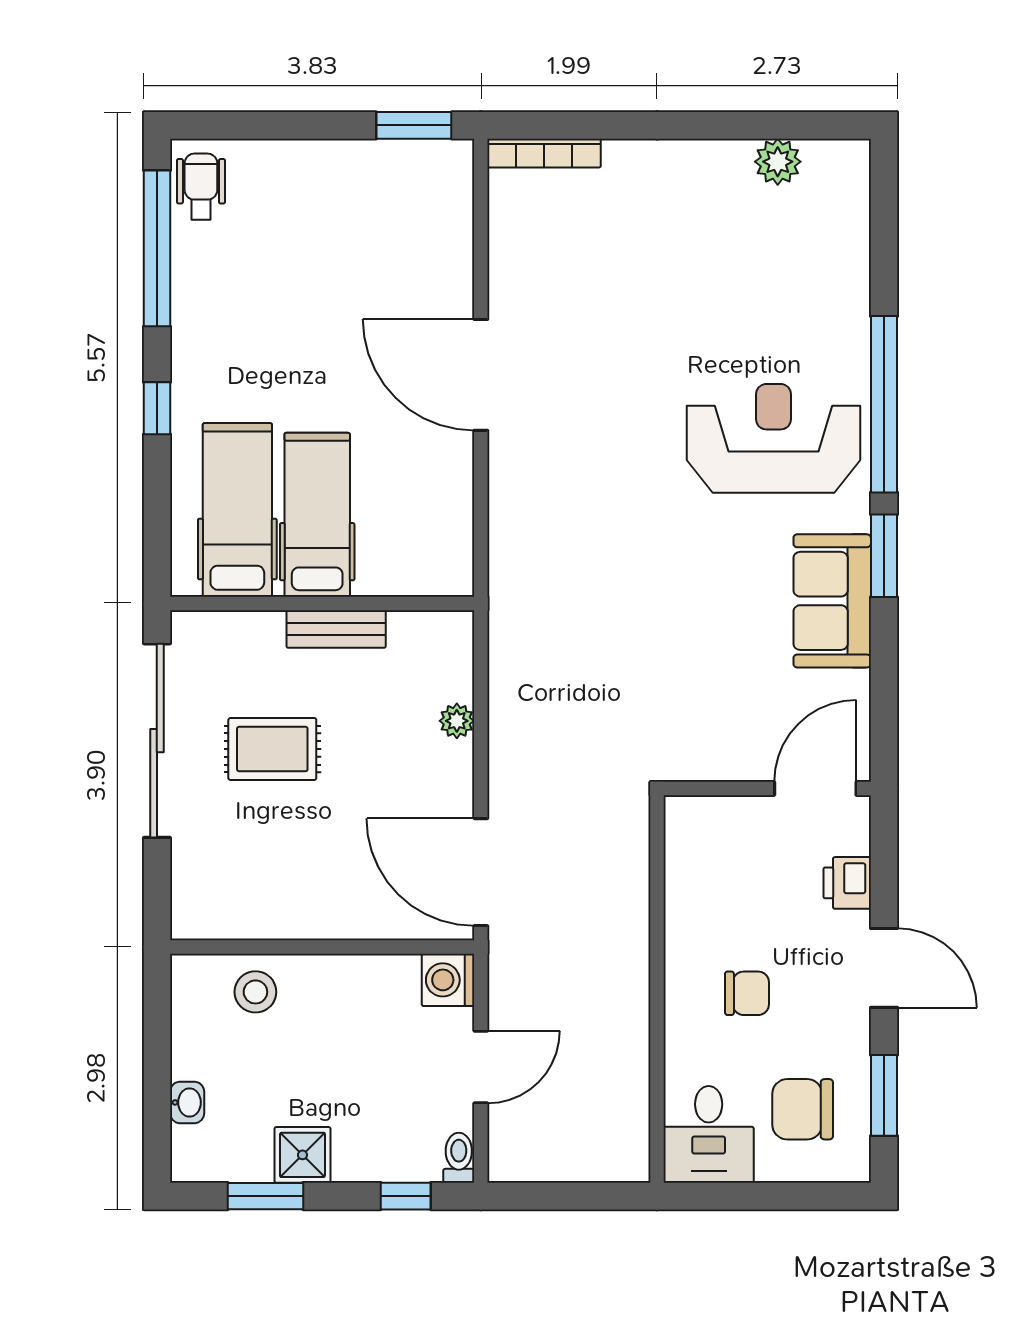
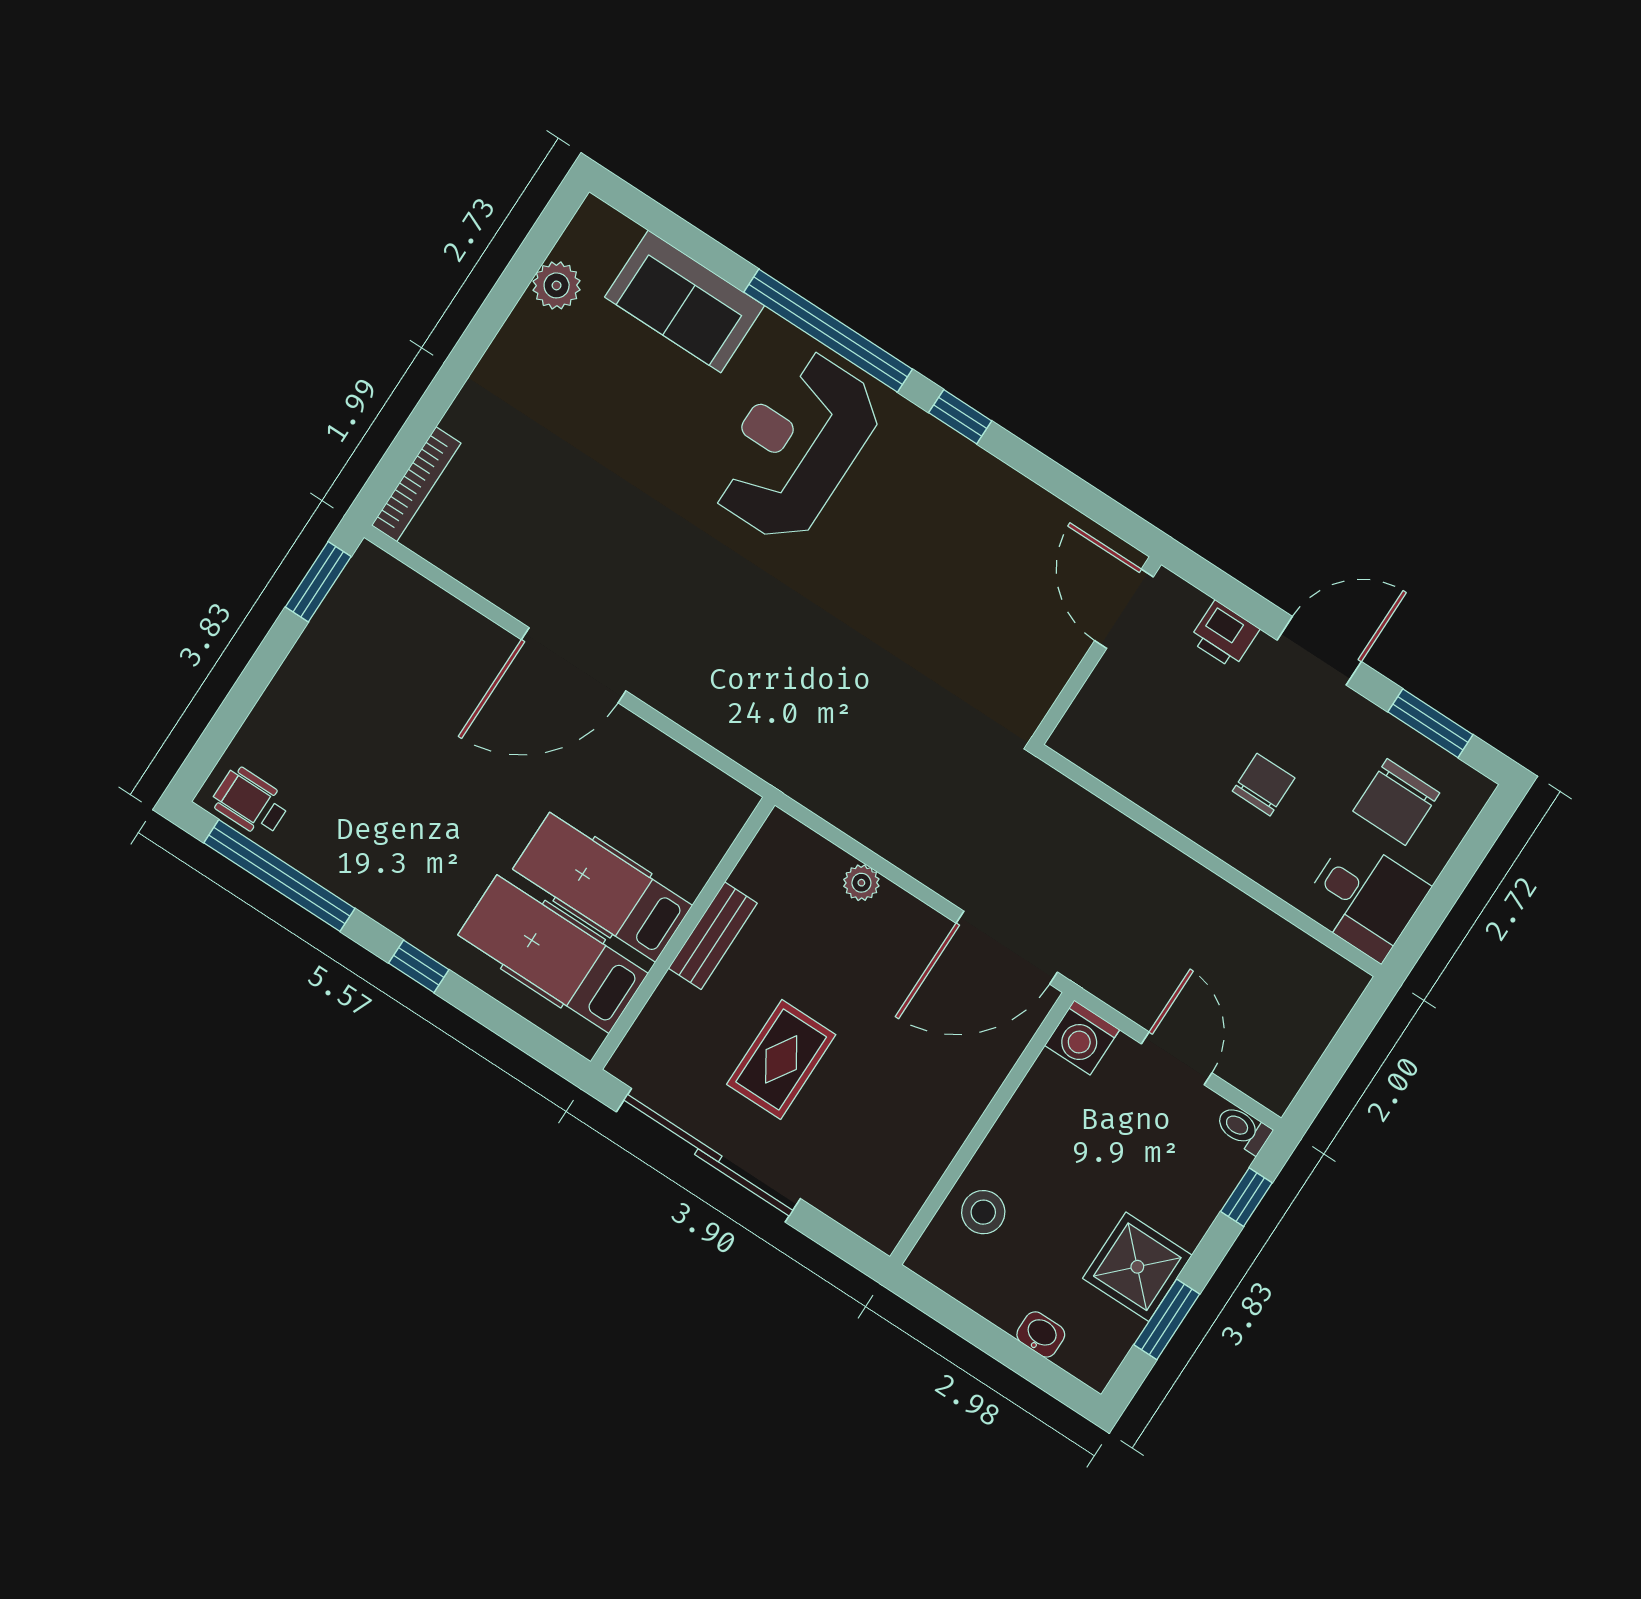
window: (884, 556) -> (960, 417), width x0.67
sofa: (832, 601) -> (685, 301), moved
shower: (302, 1155) -> (1137, 1267), width x1.36, depth x1.36

